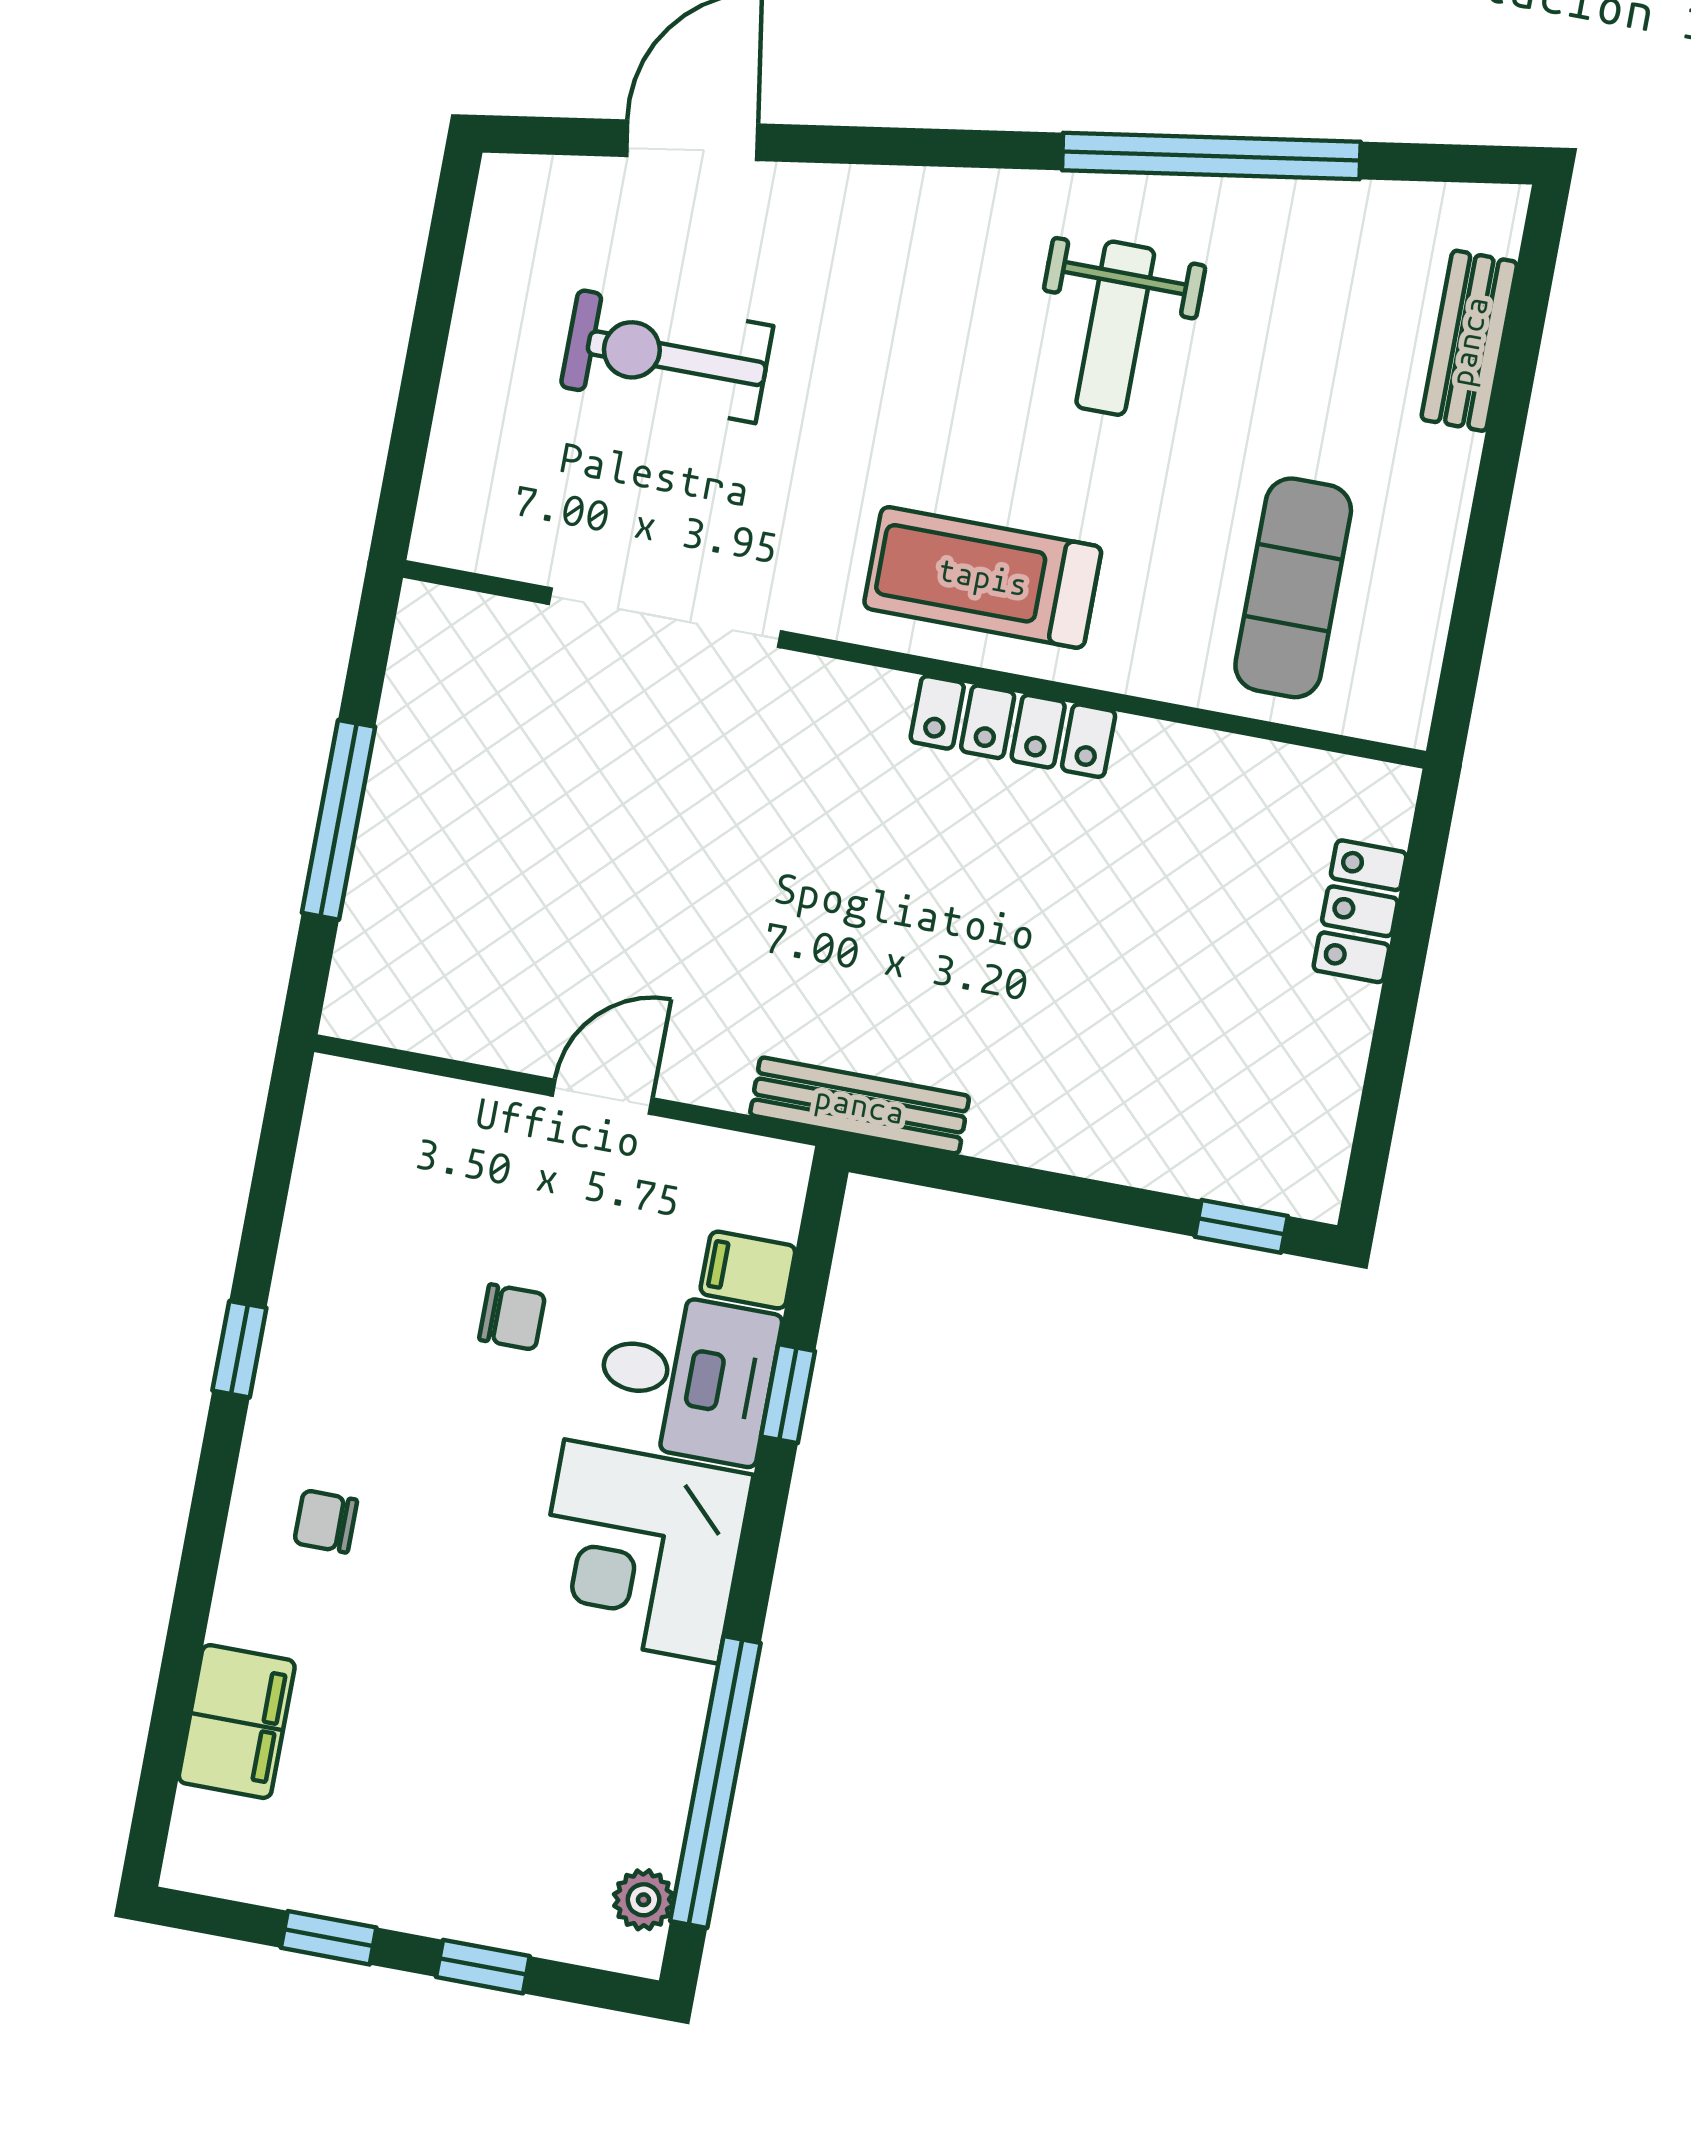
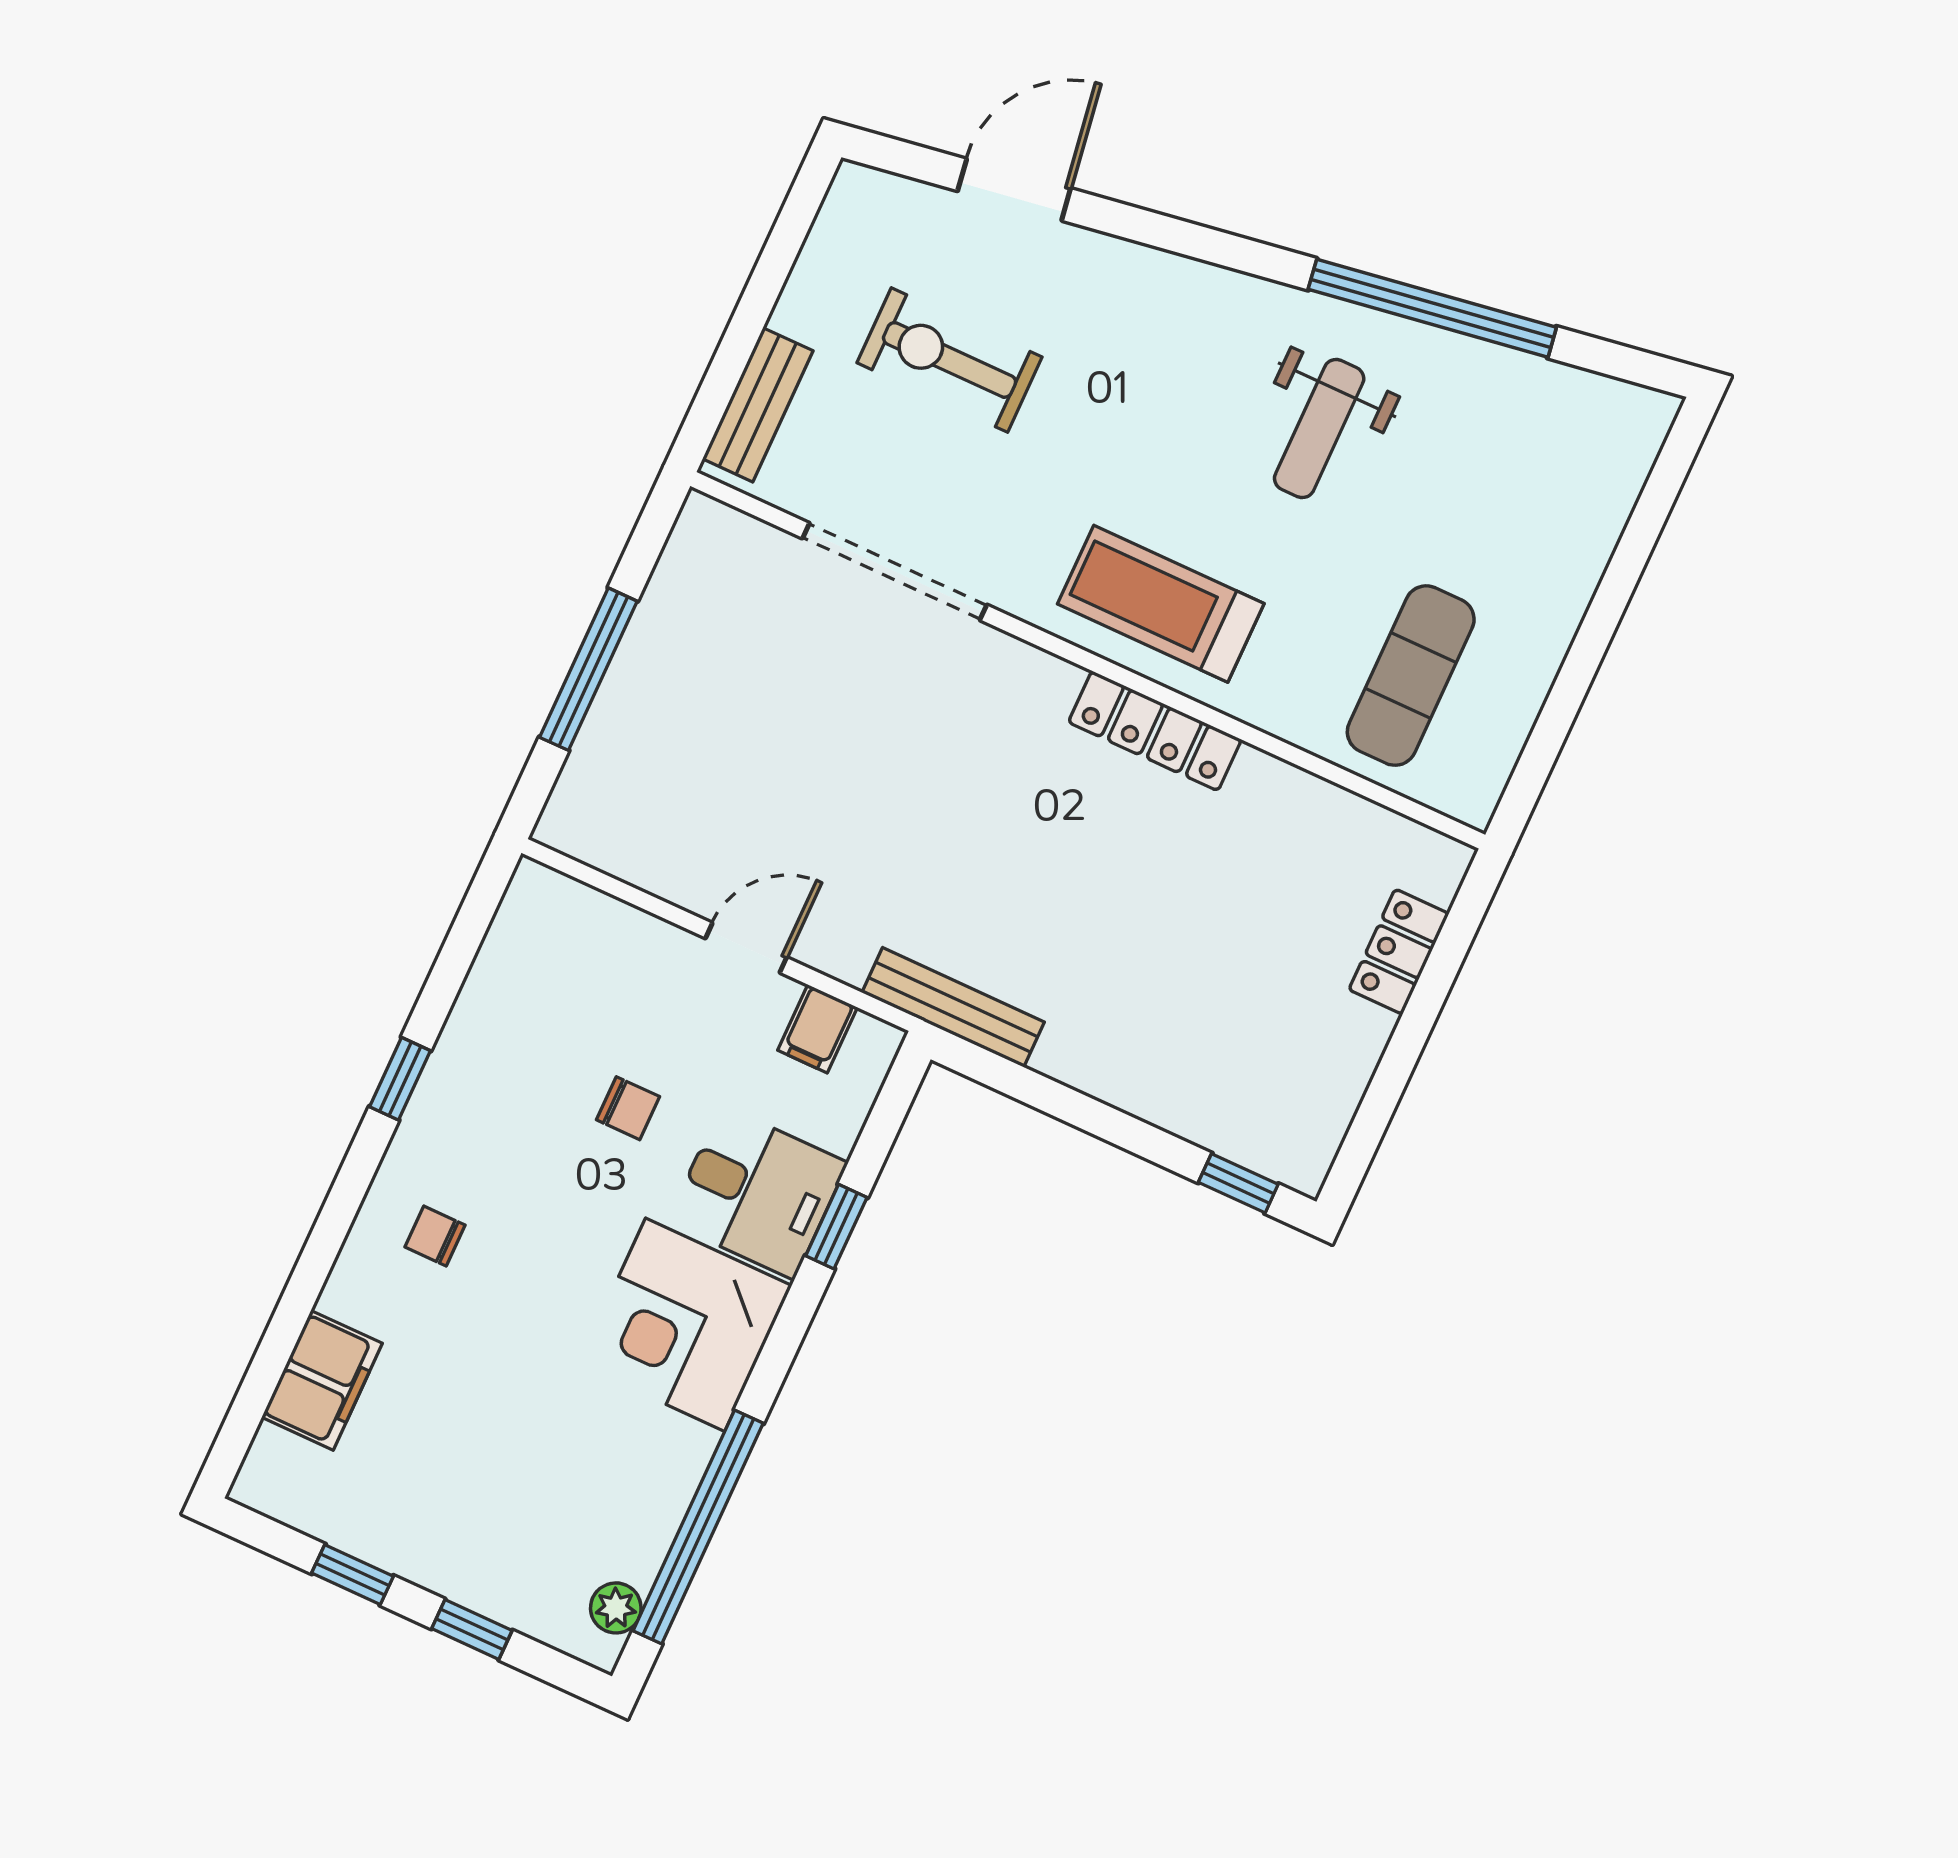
bench: (1469, 341) -> (758, 405), moved
filing cabinet: (748, 1270) -> (818, 1029), moved, turned -90

